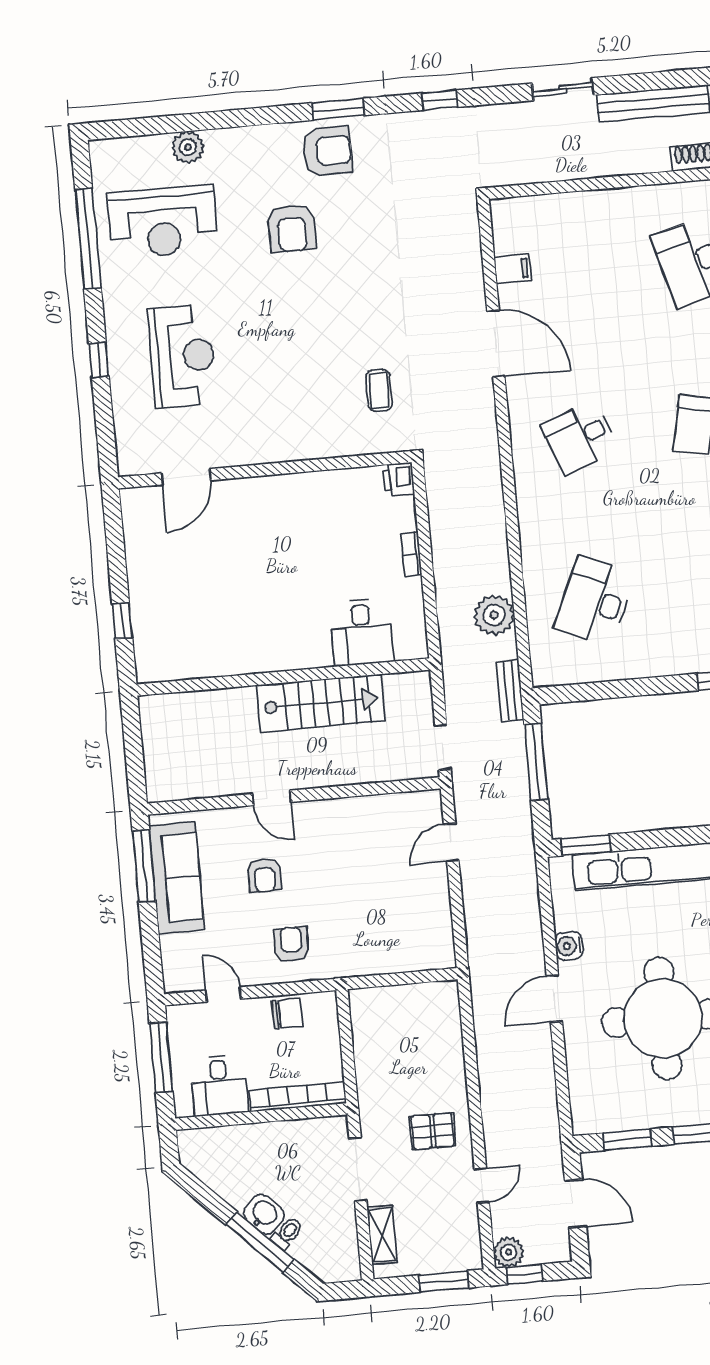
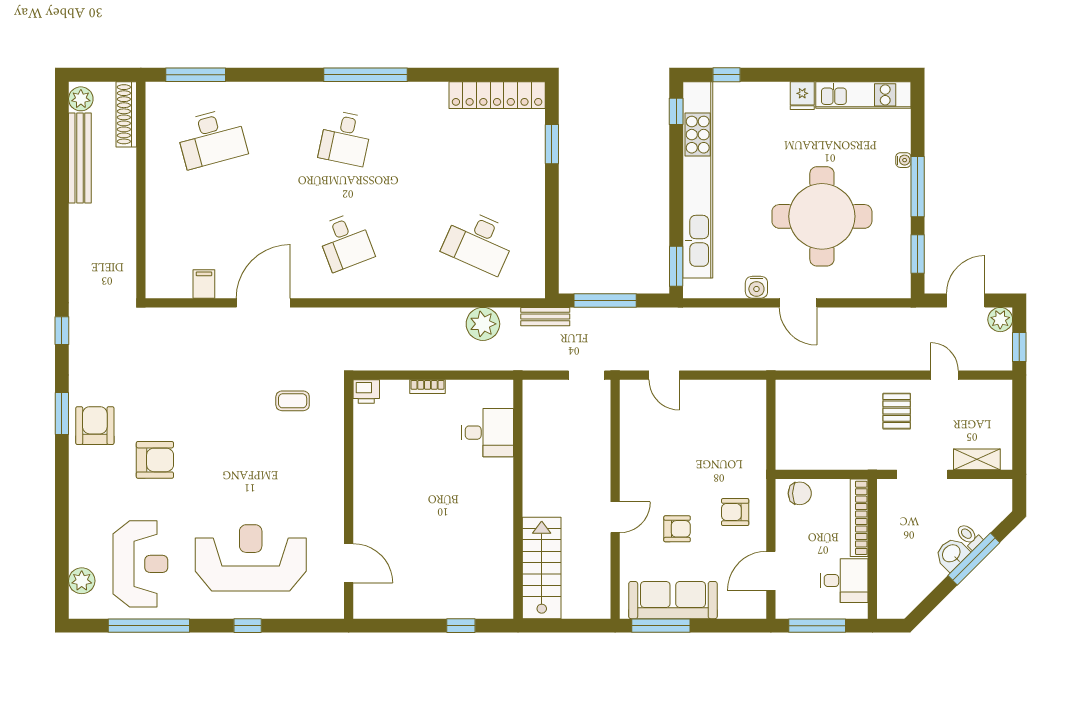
sliding door: (563, 89) -> (62, 230), removed
plant: (188, 147) -> (82, 581), moved
reception desk: (182, 356) -> (251, 558), width x1.36, depth x1.30
stairs: (321, 703) -> (542, 568), moved
door: (223, 995) -> (771, 571), width x1.38
chair: (287, 1013) -> (800, 493), moved, turned 90
plant: (509, 1252) -> (1000, 320), moved
window: (444, 1281) -> (1019, 413), removed

